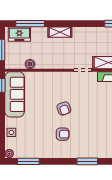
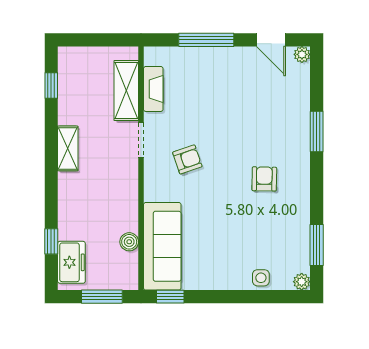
window: (30, 24) -> (51, 241), width x0.46
shelving: (60, 32) -> (68, 148), moved
sofa: (15, 94) -> (162, 246), moved, turned 90
armchair: (64, 108) -> (187, 159), moved

